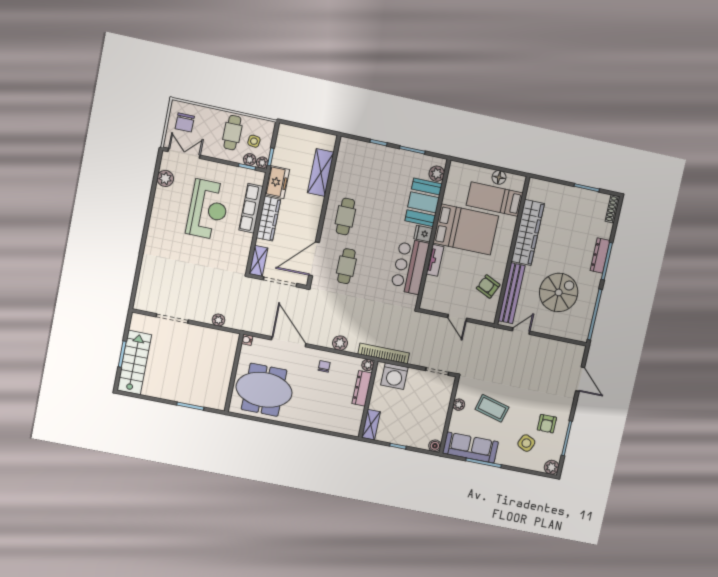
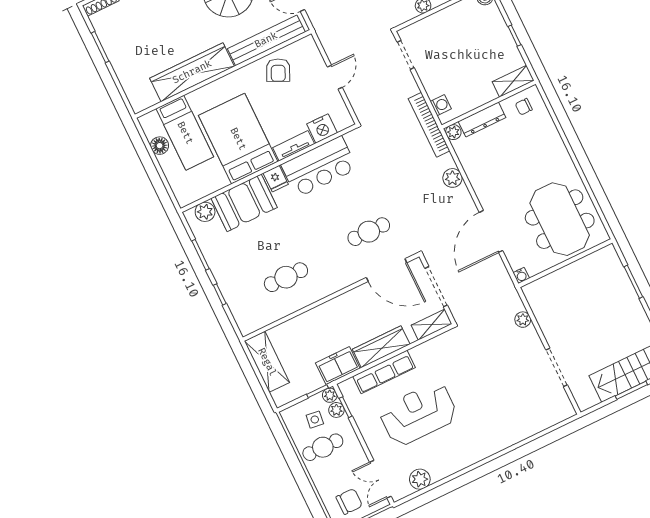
shelving: (321, 173) -> (267, 362), moved, turned 90
cafe table: (345, 216) -> (286, 277), moved
nightstand: (432, 286) -> (322, 128), added
chair: (324, 366) -> (524, 107), moved
washing machine: (394, 376) -> (441, 105), width x0.53, depth x0.53

